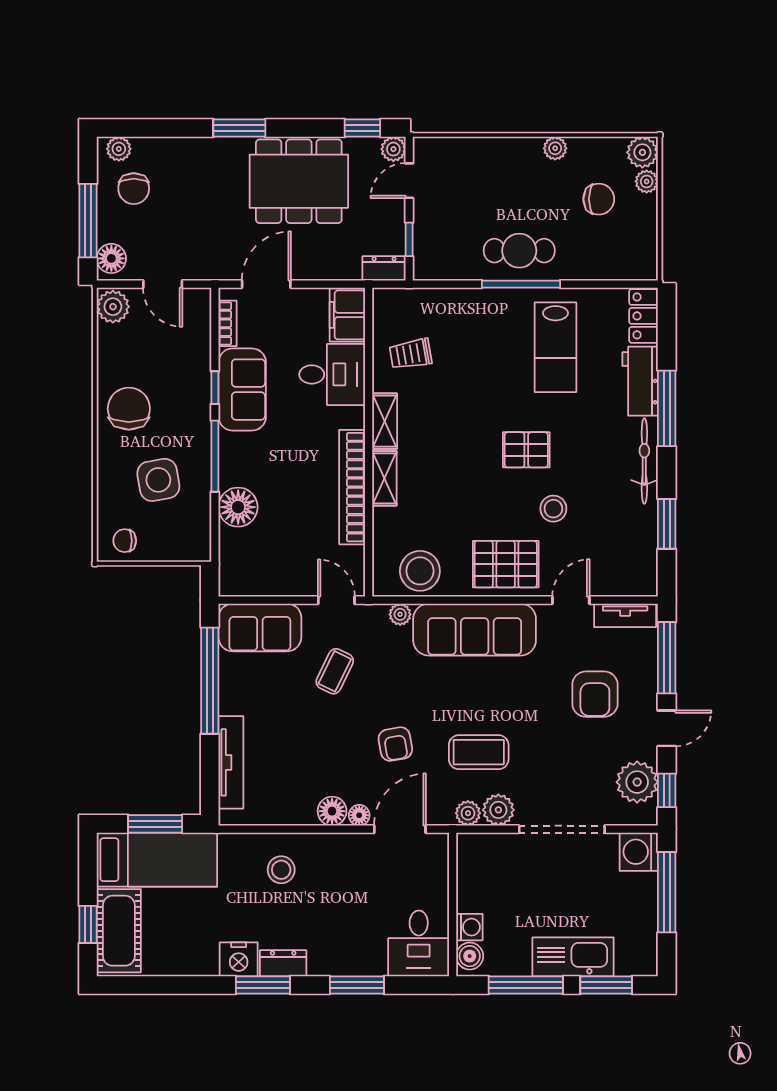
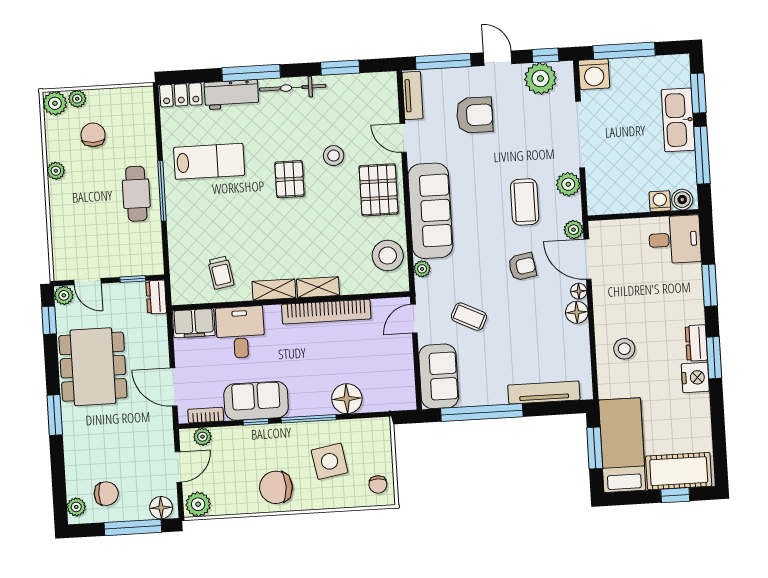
plant: (200, 317) -> (202, 437), added
plant: (468, 813) -> (573, 230), moved

